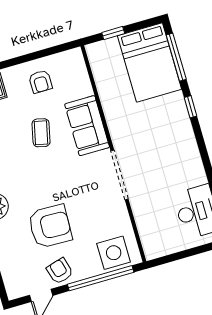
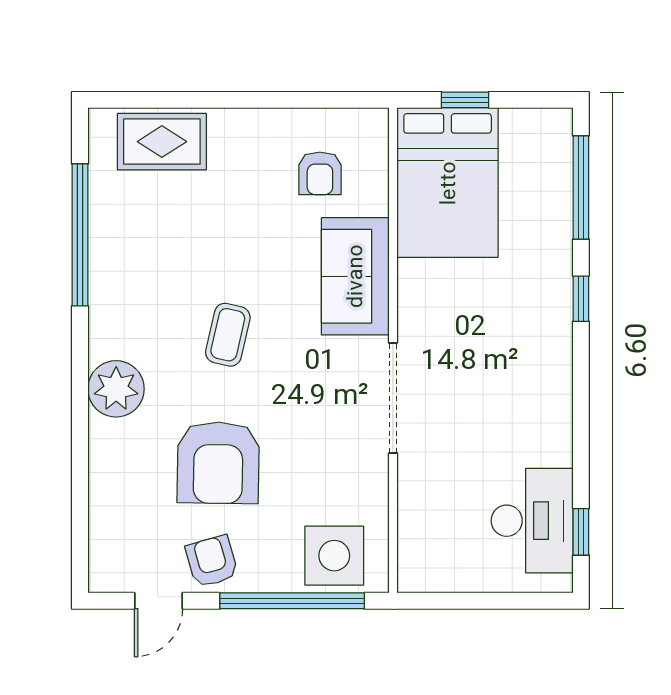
bed: (150, 62) -> (448, 183), moved
armchair: (40, 82) -> (320, 173), moved
coffee table: (41, 133) -> (228, 335), moved
armchair: (50, 226) -> (218, 463), turned 89

